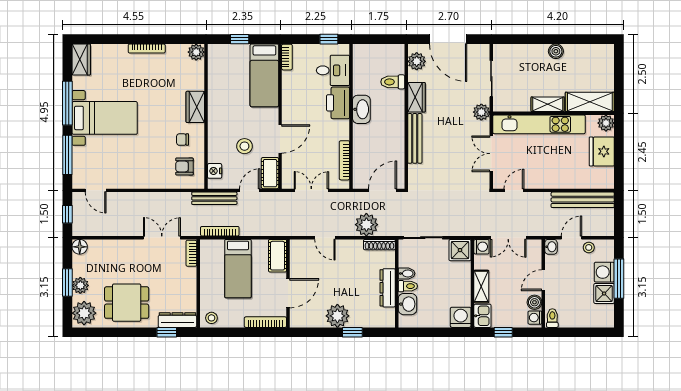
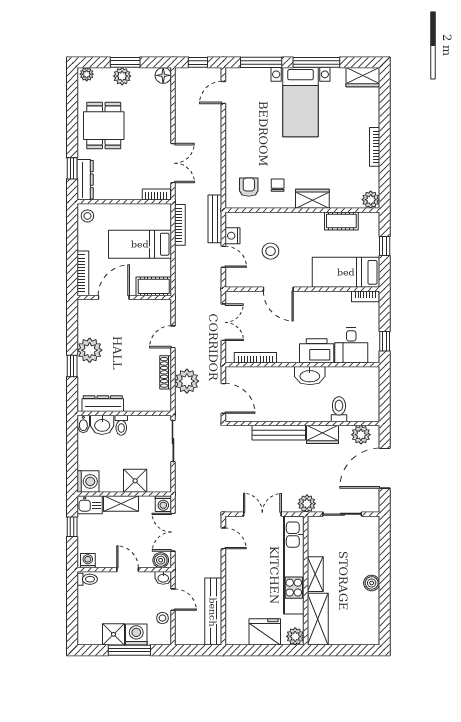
nightstand: (215, 171) -> (232, 236), moved, turned -90
cot: (270, 173) -> (341, 221), moved
shoe rack: (379, 245) -> (166, 372), moved
shower: (460, 250) -> (135, 481), moved
bidet: (407, 273) -> (83, 424), moved
dresser: (388, 288) -> (103, 404), moved
door: (288, 293) -> (114, 298), swing flipped
boiler: (534, 302) -> (161, 560), moved
plant: (84, 313) -> (87, 74), width x0.53, depth x0.53

